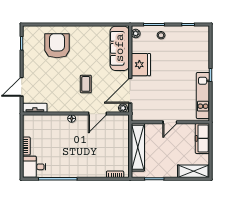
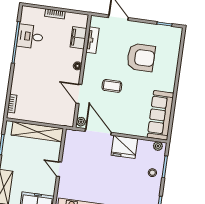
armchair: (57, 46) -> (141, 57), moved
sofa: (120, 48) -> (161, 115), moved, turned -90
tv unit: (35, 108) -> (92, 40), moved
filing cabinet: (45, 121) -> (78, 38), added
desk: (34, 167) -> (30, 36), moved, turned -90

